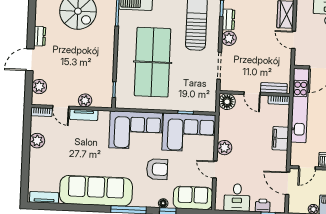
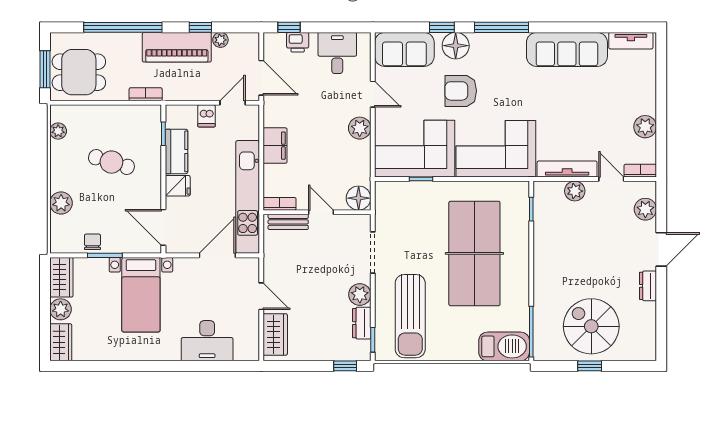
tv unit: (84, 115) -> (567, 169), width x1.41
sofa: (96, 191) -> (567, 49), width x0.74, depth x0.79
floor lamp: (163, 203) -> (456, 46), width x1.89, depth x1.89

